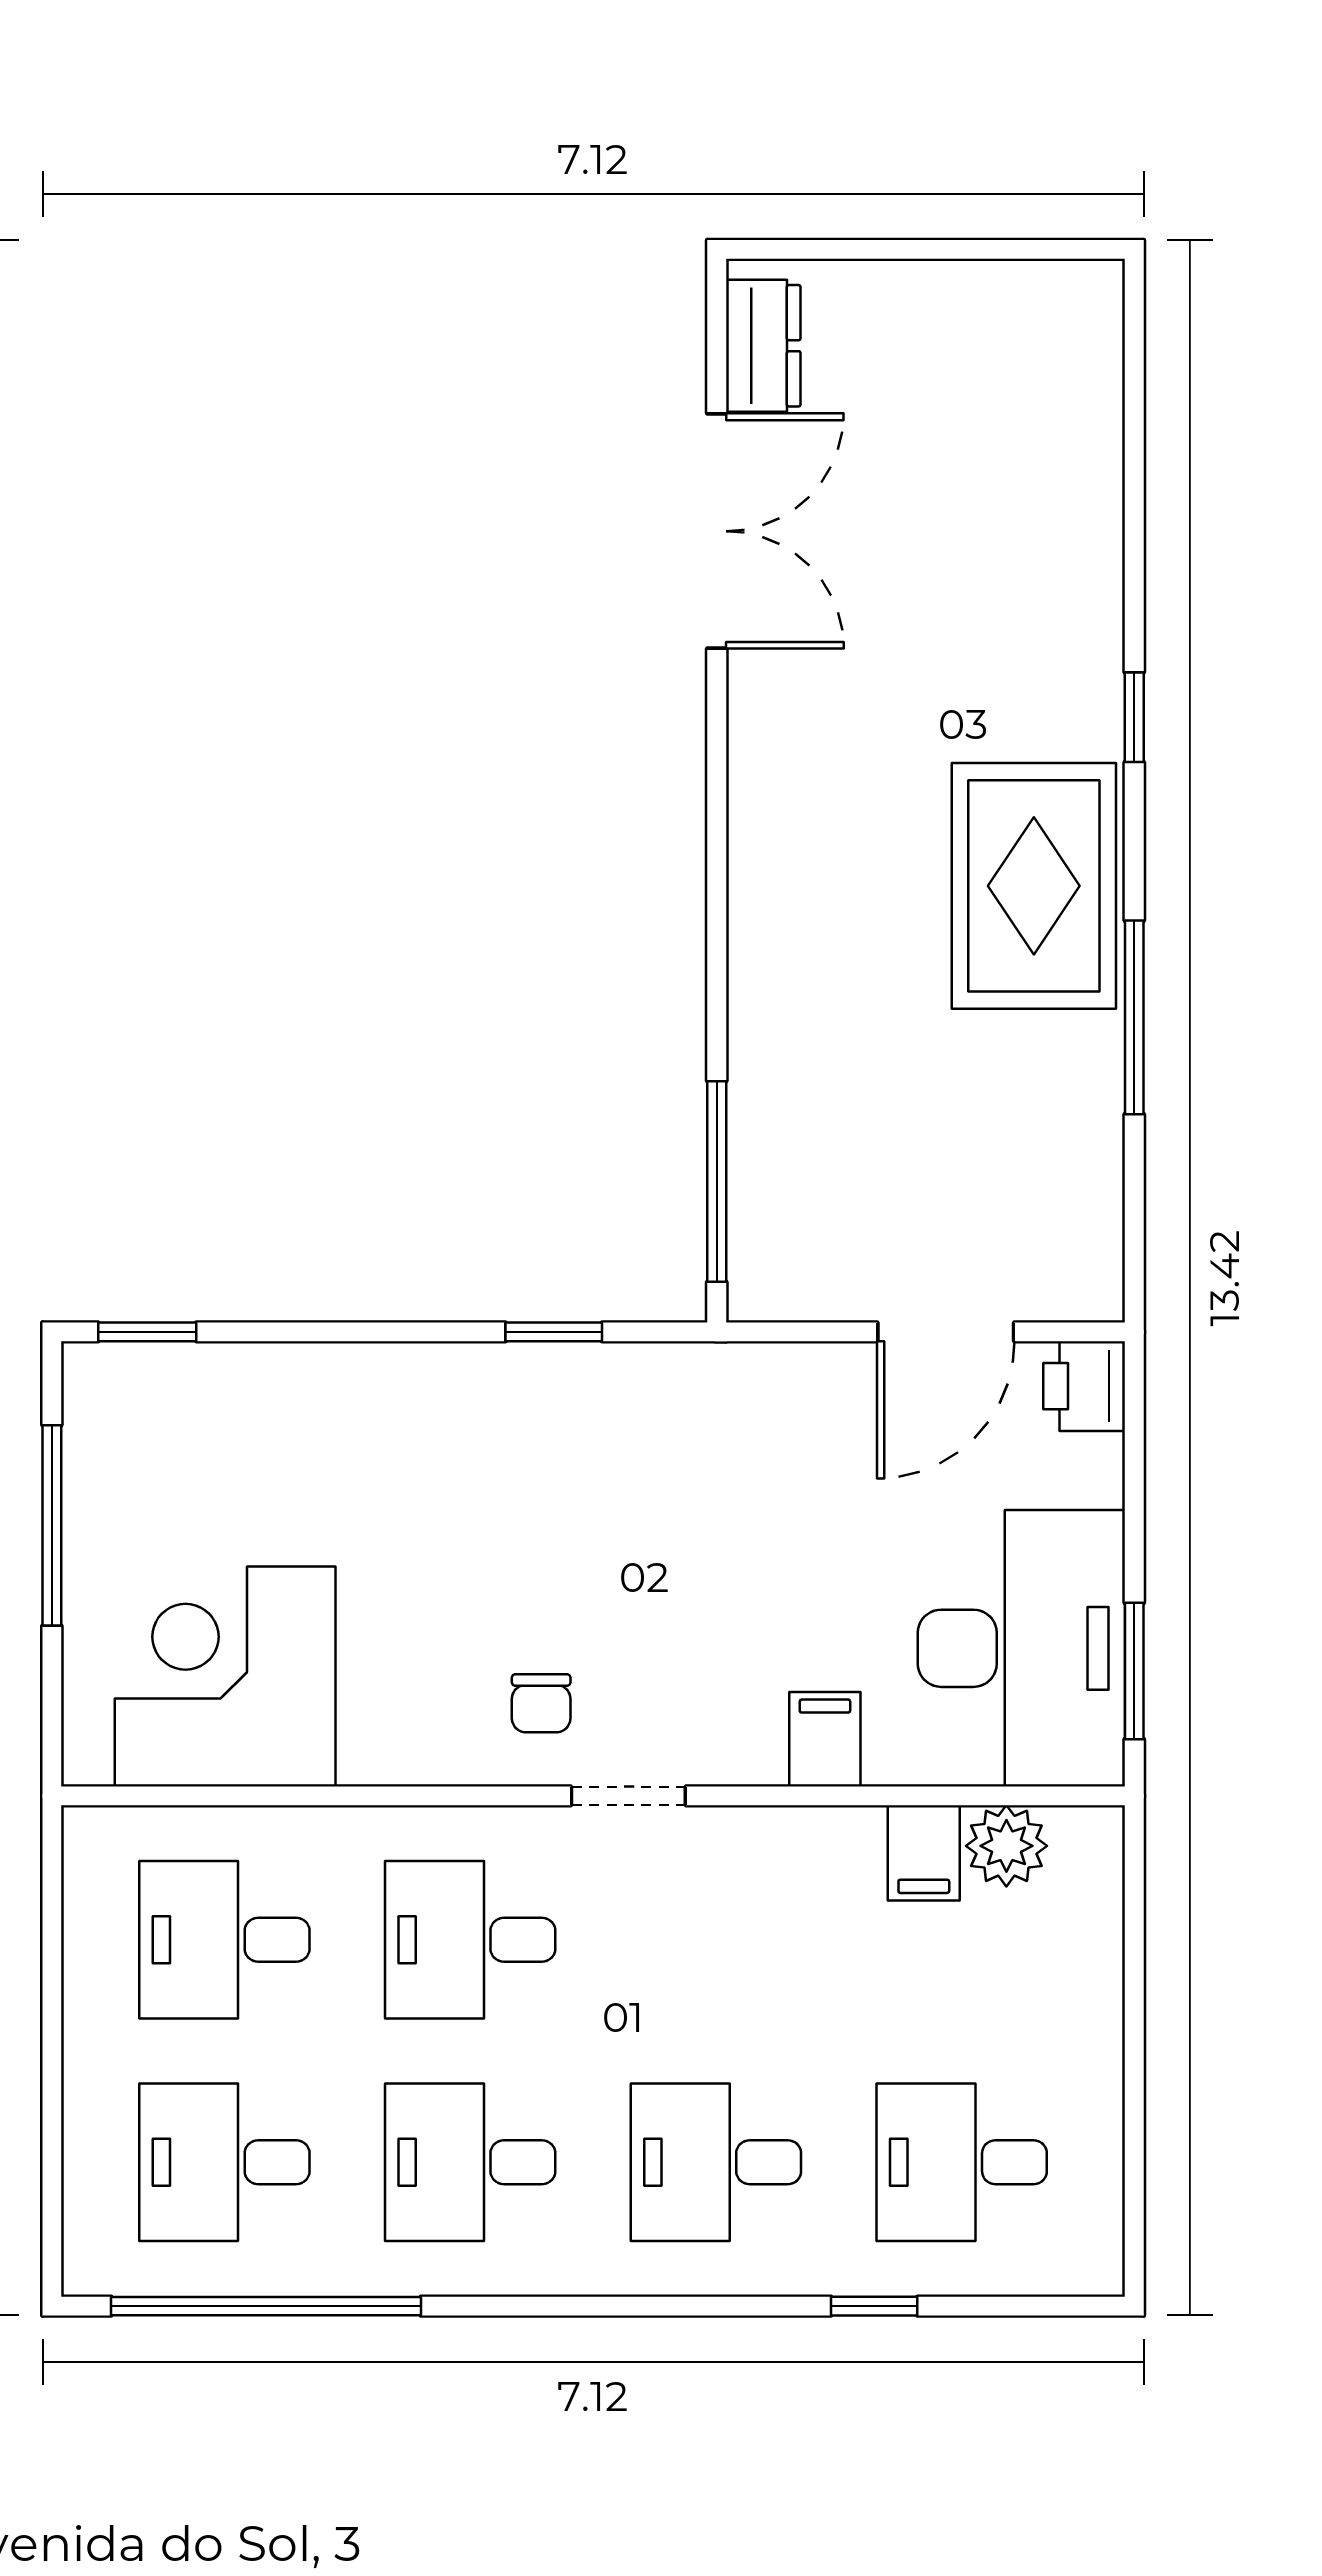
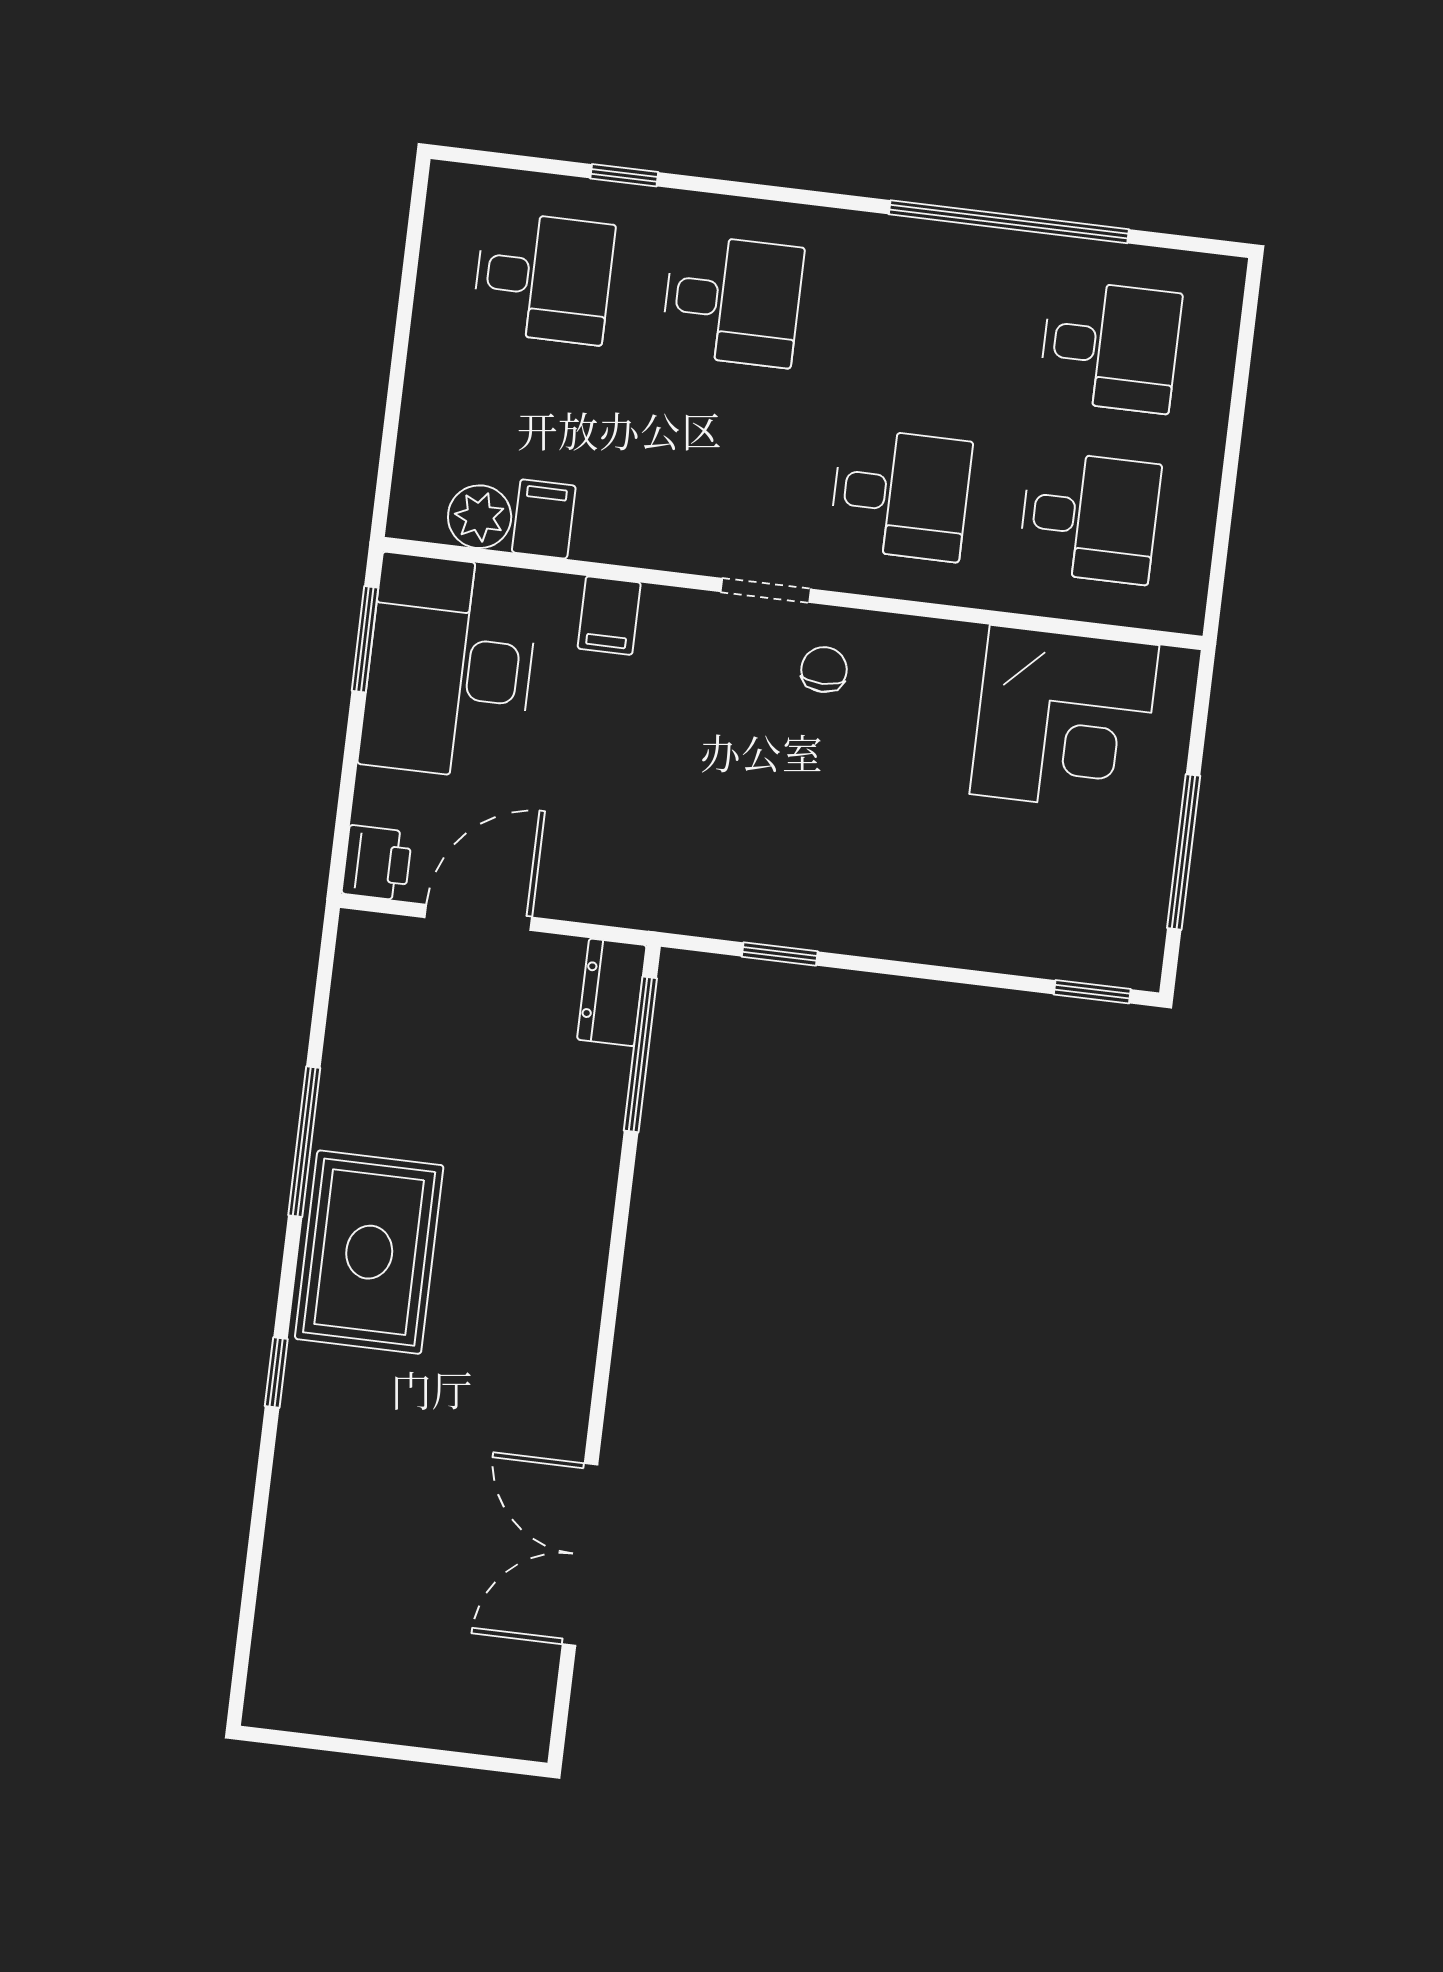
dresser: (763, 346) -> (612, 992), moved
desk: (470, 2162) -> (921, 323), removed
window: (266, 2306) -> (1009, 222), moved

